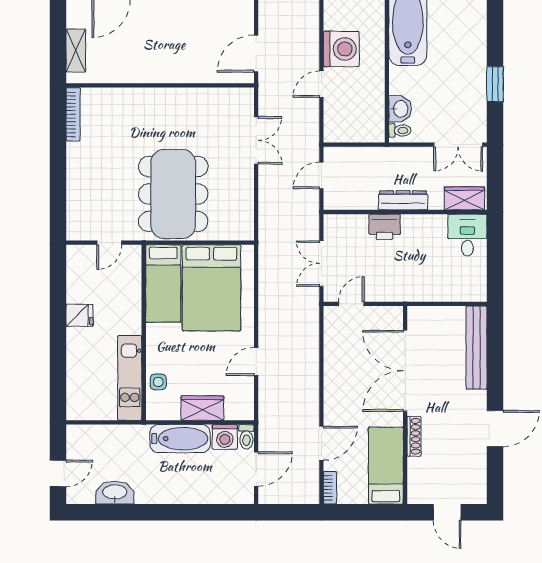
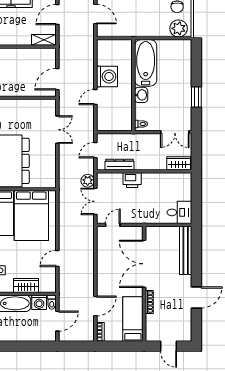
washbasin: (400, 109) -> (141, 95), moved
dresser: (403, 200) -> (119, 165), moved
plant: (308, 228) -> (88, 181), added
desk: (467, 235) -> (179, 212), moved, turned 90

